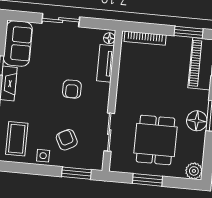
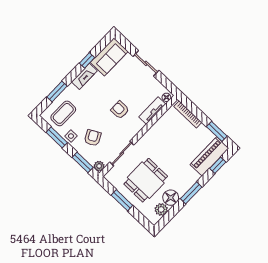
armchair: (72, 89) -> (120, 110), turned 90
floor lamp: (197, 121) -> (171, 198), moved
plant: (96, 163) -> (99, 166), added
window: (30, 169) -> (57, 137), added
plant: (194, 171) -> (161, 209), moved

